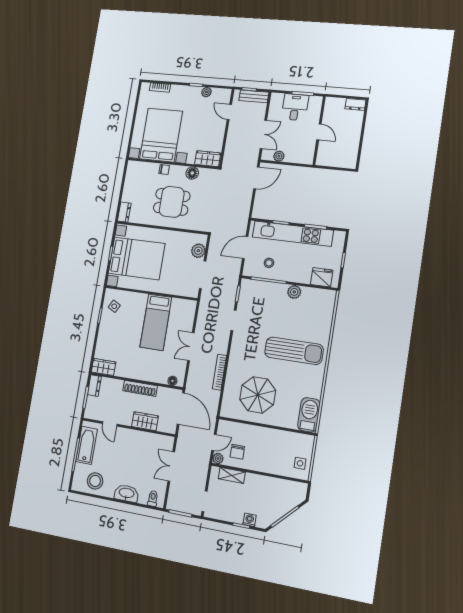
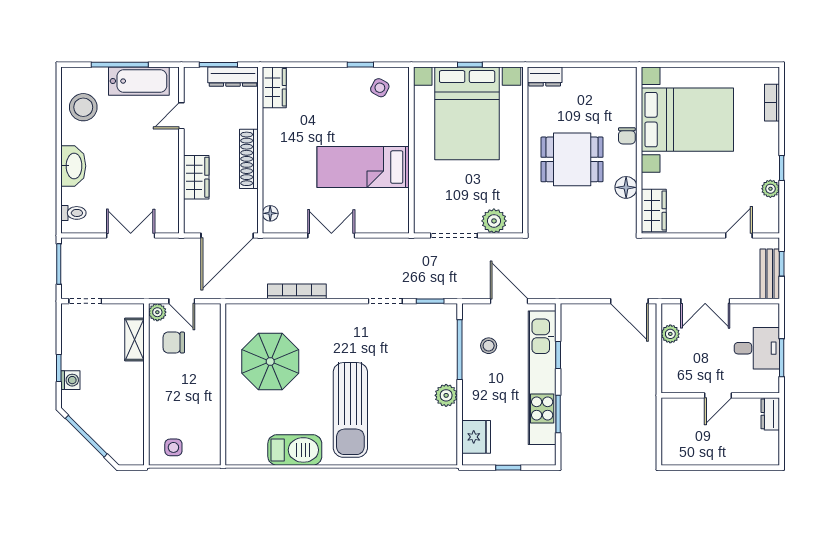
dresser: (355, 104) -> (770, 414), moved
dining table: (172, 202) -> (572, 159), turned 90
dresser: (94, 386) -> (233, 77), width x1.44
barbecue: (309, 415) -> (295, 450), moved

